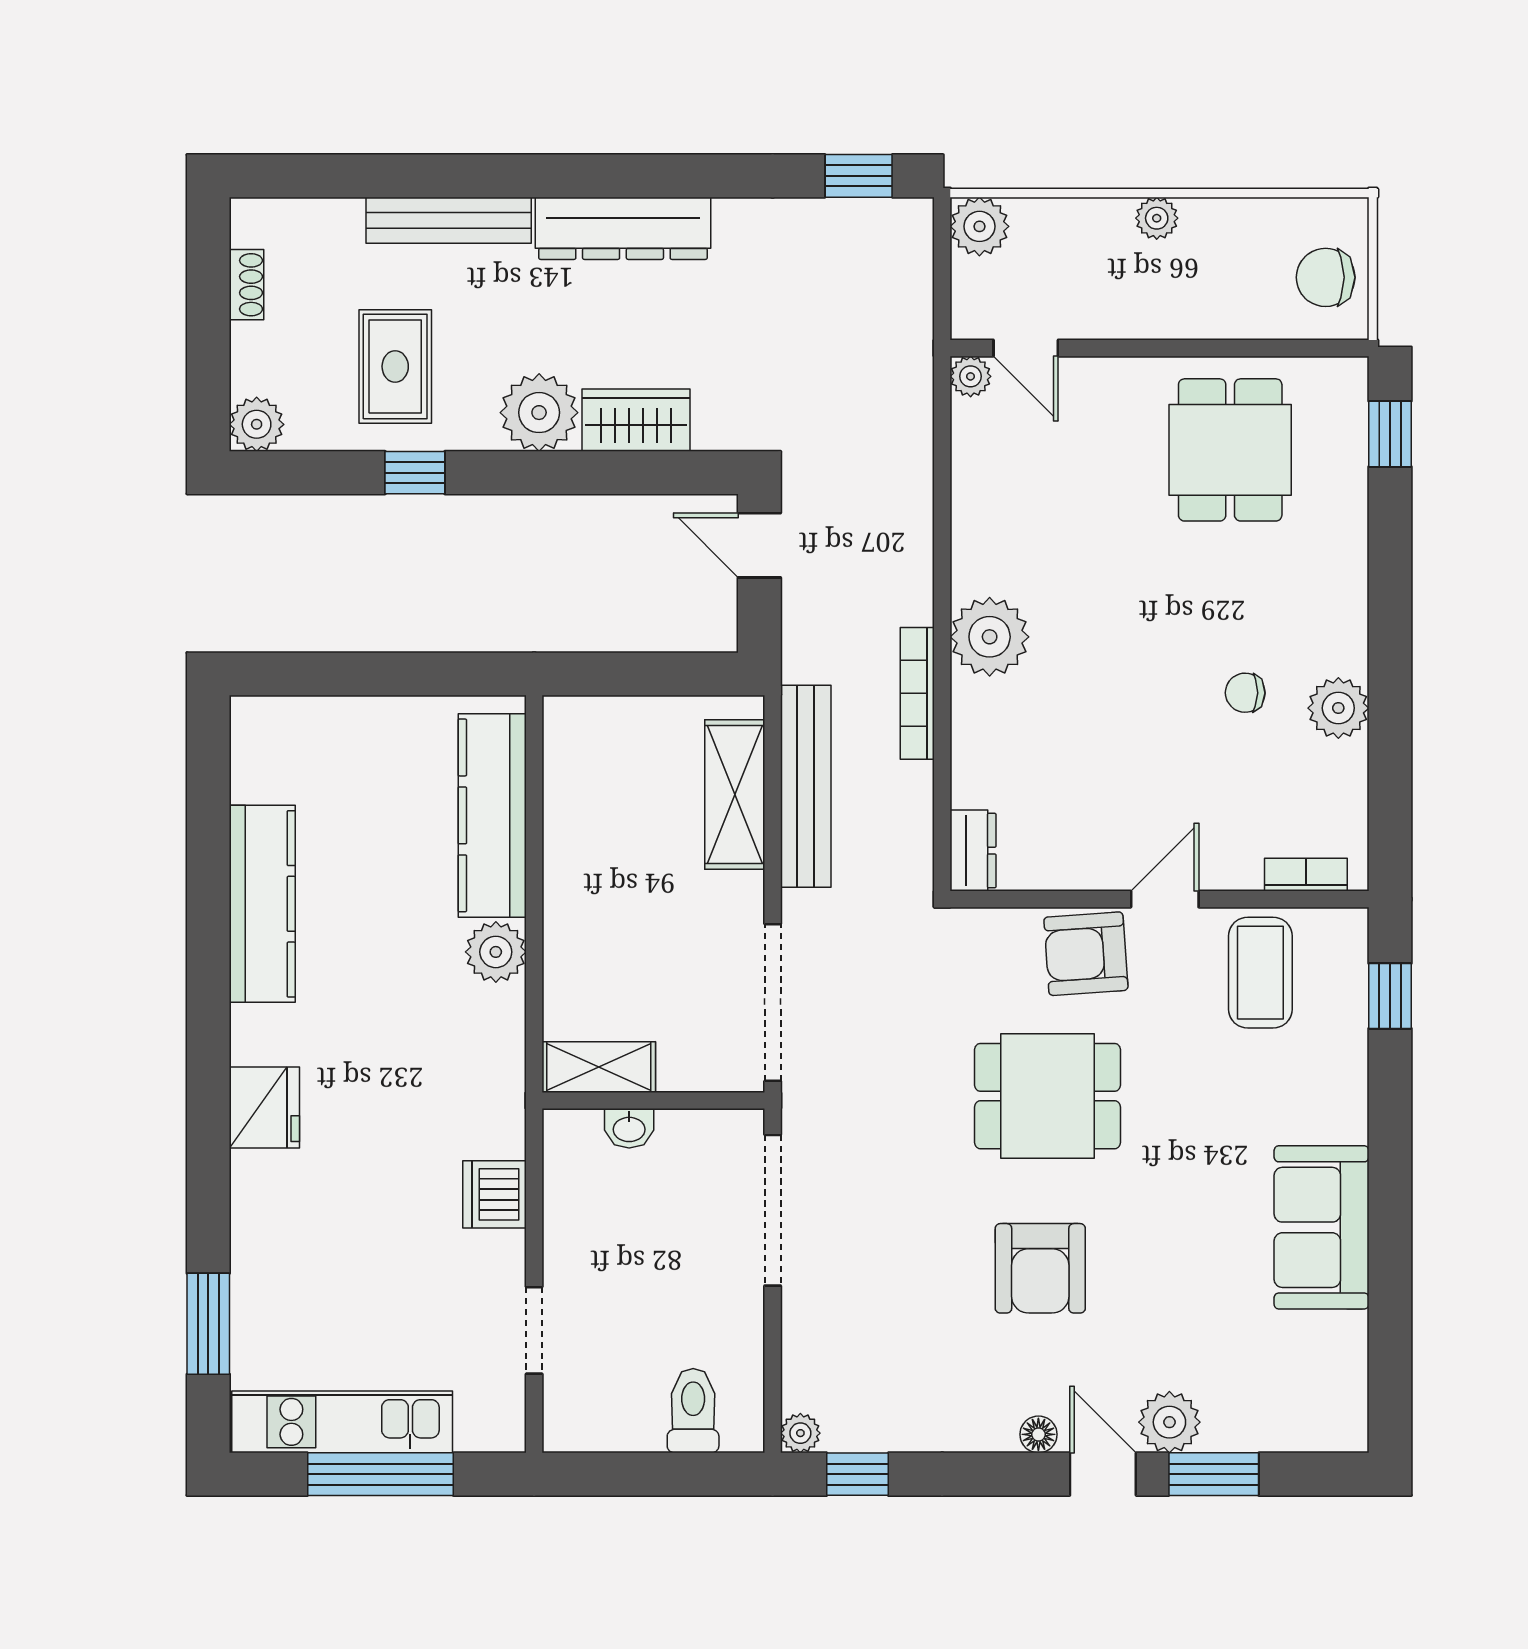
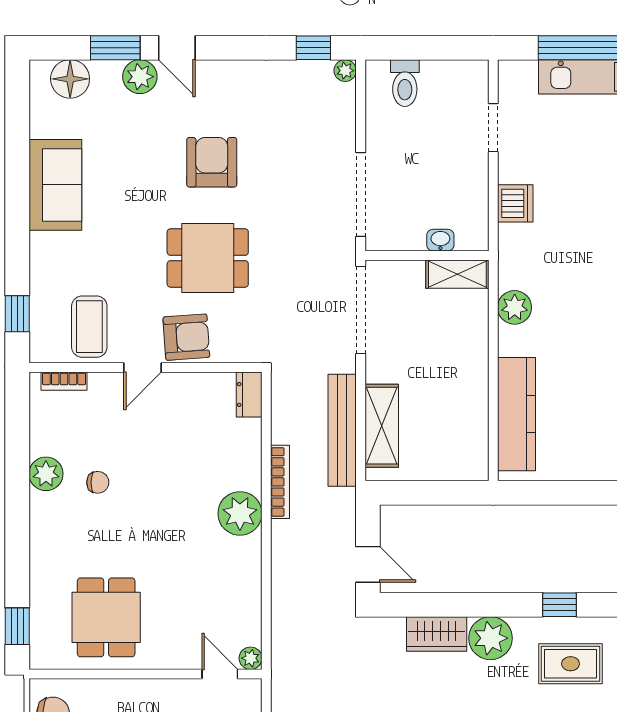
rug: (395, 366) -> (571, 664), turned 90
plant: (496, 952) -> (515, 307), moved
floor lamp: (1038, 1434) -> (70, 79), moved, width x1.89, depth x1.89

